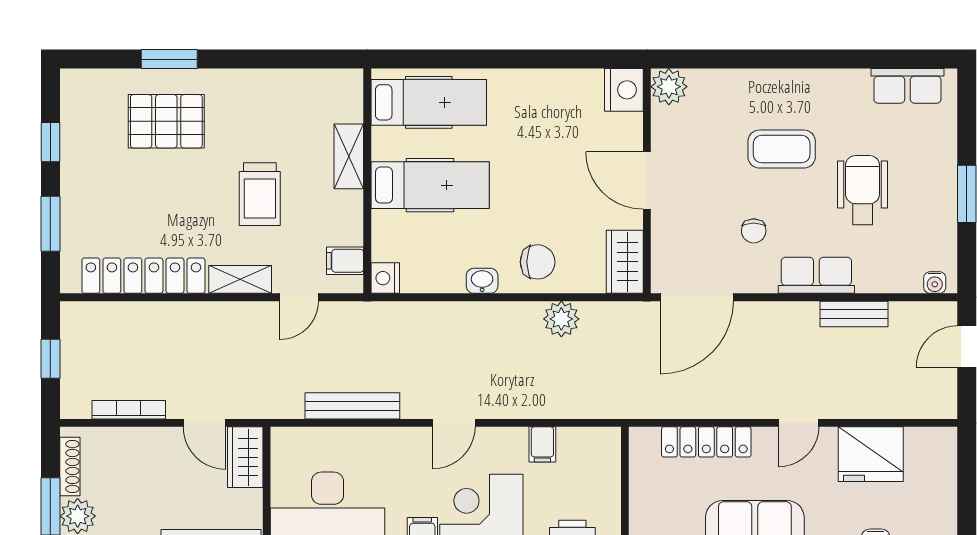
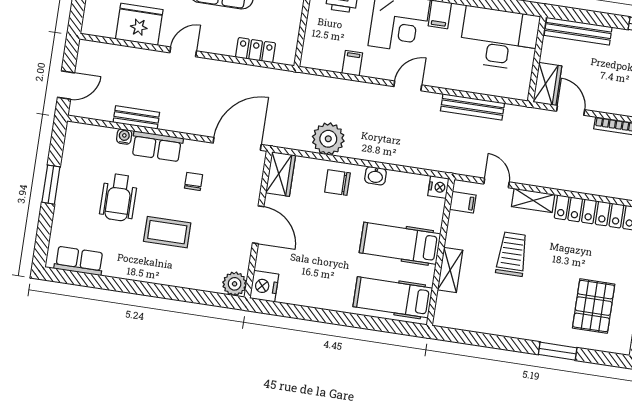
pallet: (166, 121) -> (594, 306), moved, turned 90
water cooler: (935, 283) -> (124, 137), moved
door: (299, 297) -> (496, 183), hinge flipped
plant: (561, 319) -> (328, 139), width x1.36, depth x1.36
locker: (706, 442) -> (256, 50), width x0.66

